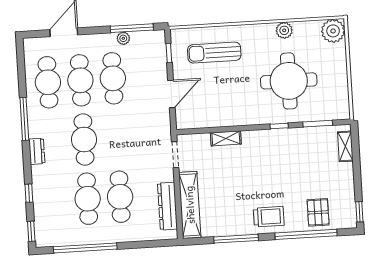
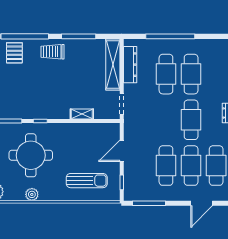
plant: (123, 38) -> (156, 196), removed
window: (85, 248) -> (170, 36), moved

